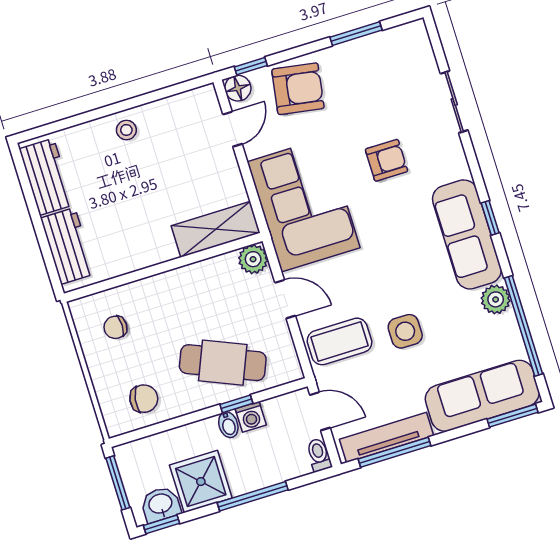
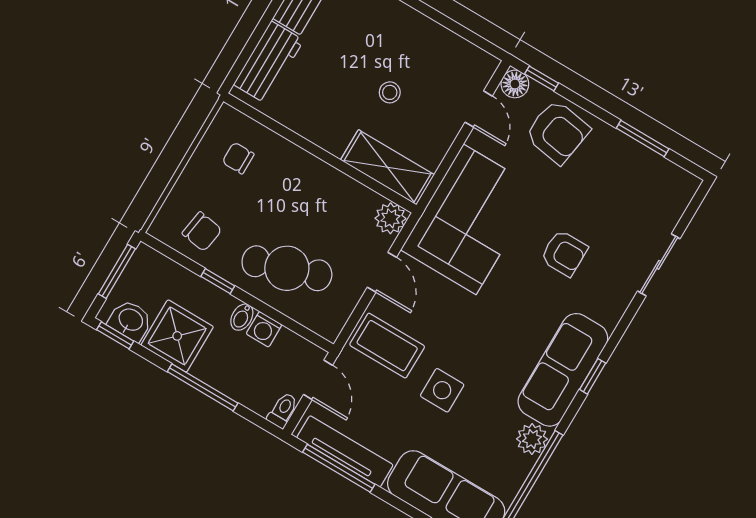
door: (233, 129) -> (479, 109), hinge flipped
stool: (126, 130) -> (390, 92), moved
cafe table: (223, 363) -> (287, 268), turned -41
window: (236, 404) -> (218, 281), moved

